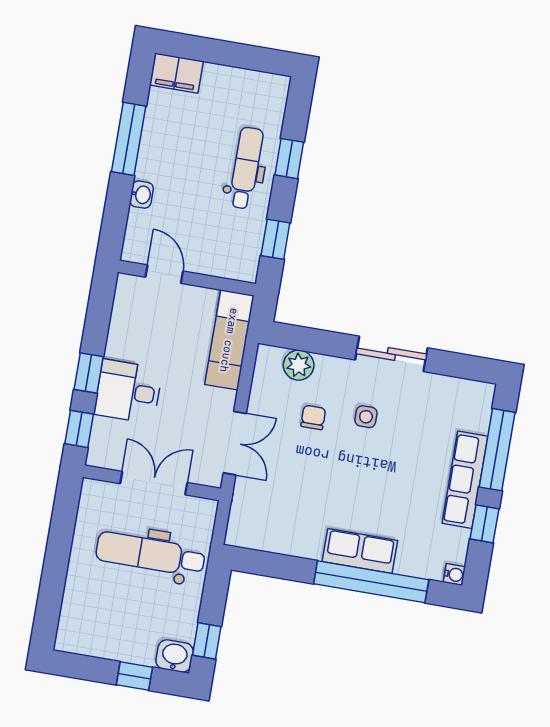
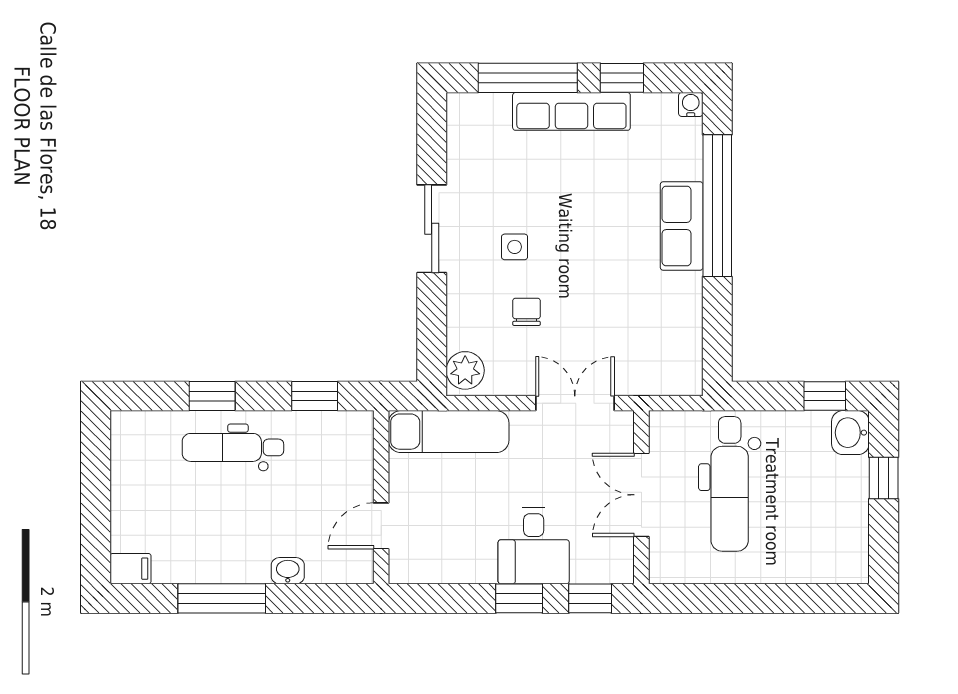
filing cabinet: (176, 73) -> (130, 569), width x0.50
plant: (299, 365) -> (465, 370), moved
chair: (313, 417) -> (527, 312), turned 90

